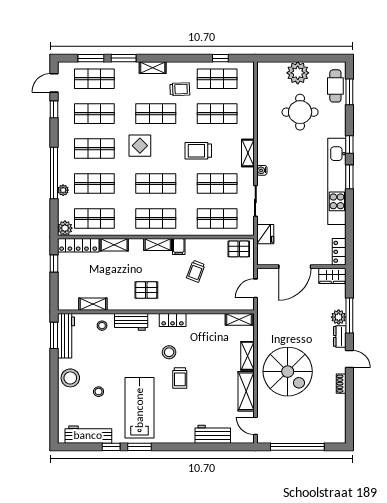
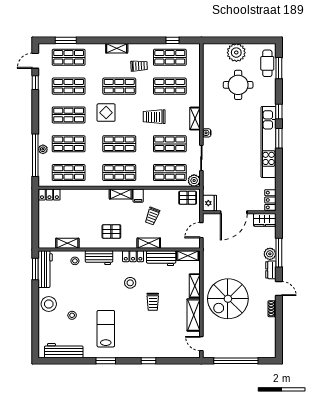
window: (124, 58) -> (93, 40), removed
window: (54, 173) -> (35, 155), moved
plant: (65, 228) -> (194, 181), moved
fridge: (265, 234) -> (209, 203), moved
locker: (78, 245) -> (49, 195), width x0.66
shelving: (114, 245) -> (149, 243), moved
window: (54, 263) -> (35, 210), removed
spiral stairs: (288, 372) -> (228, 299), turned 90
trolley: (180, 378) -> (153, 302), moved
lab bench: (139, 408) -> (106, 329), width x0.73, depth x0.72
workbench: (213, 434) -> (161, 258), moved, turned 180
window: (111, 447) -> (148, 361), moved

